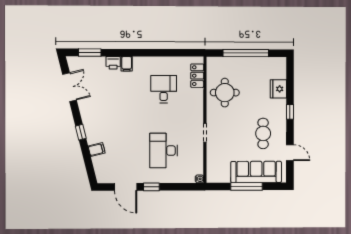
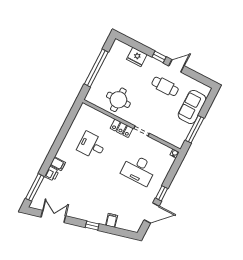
window: (90, 53) -> (35, 187), width x1.44
locker: (197, 76) -> (122, 128), moved
door: (290, 153) -> (176, 66), moved
sofa: (256, 172) -> (192, 107), width x0.73
window: (247, 186) -> (195, 129), moved

